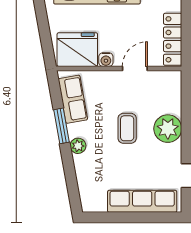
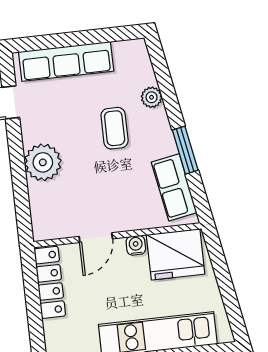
coffee table: (127, 128) -> (115, 128), moved
plant: (78, 146) -> (152, 97), moved

